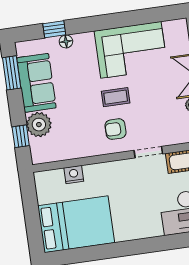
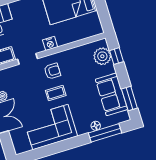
window: (54, 29) -> (105, 133), width x2.17
plant: (39, 125) -> (102, 56), moved
nightstand: (74, 175) -> (50, 43), moved

